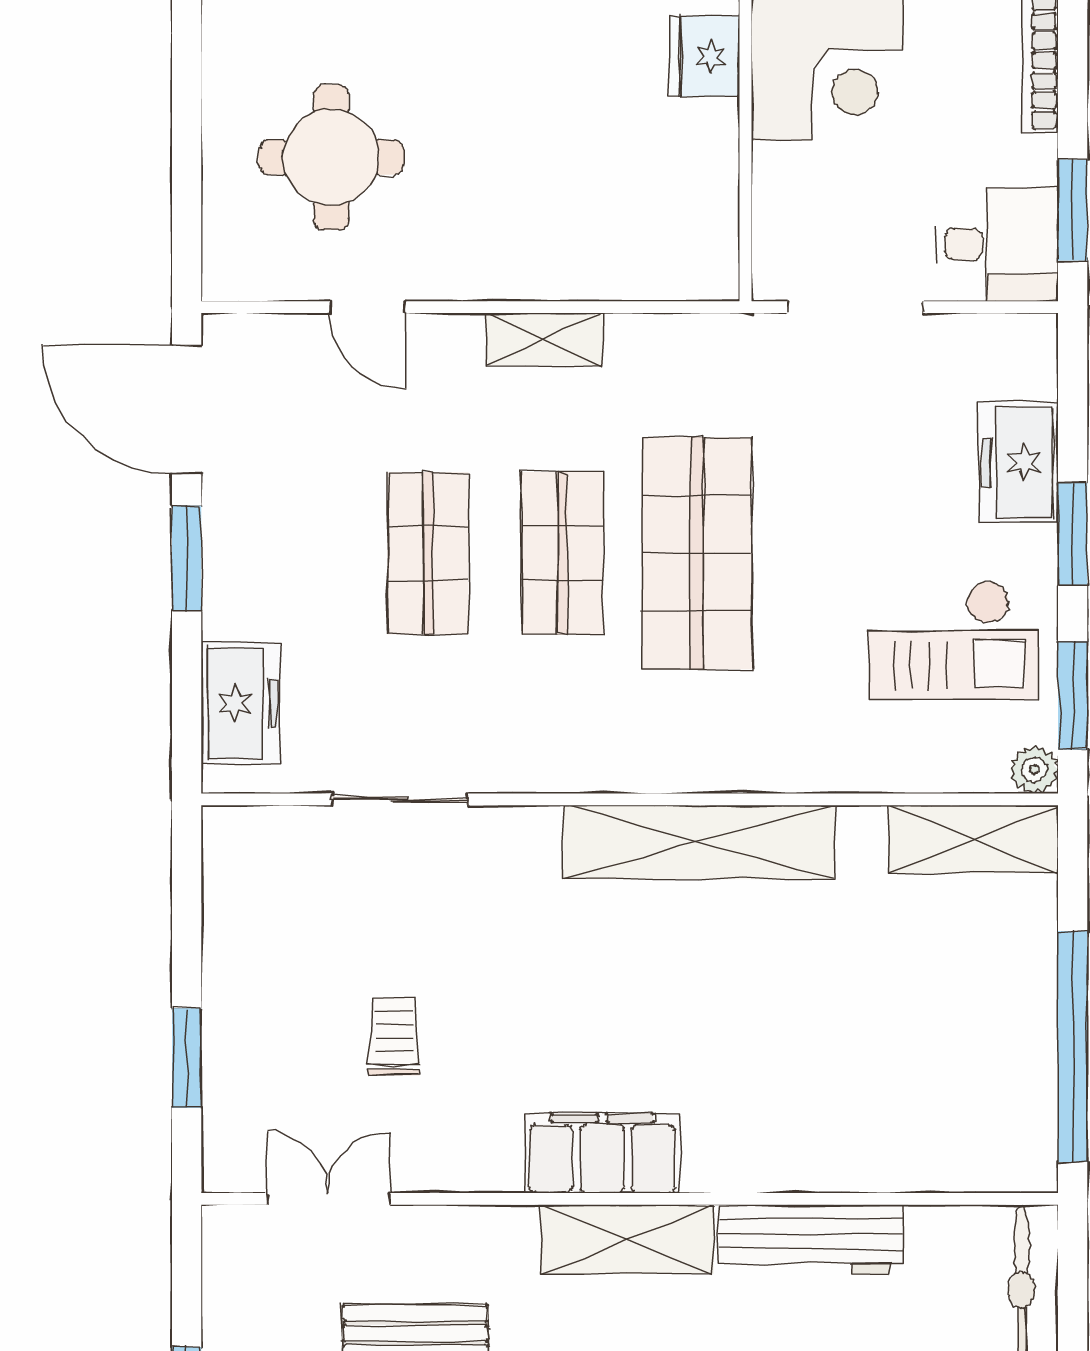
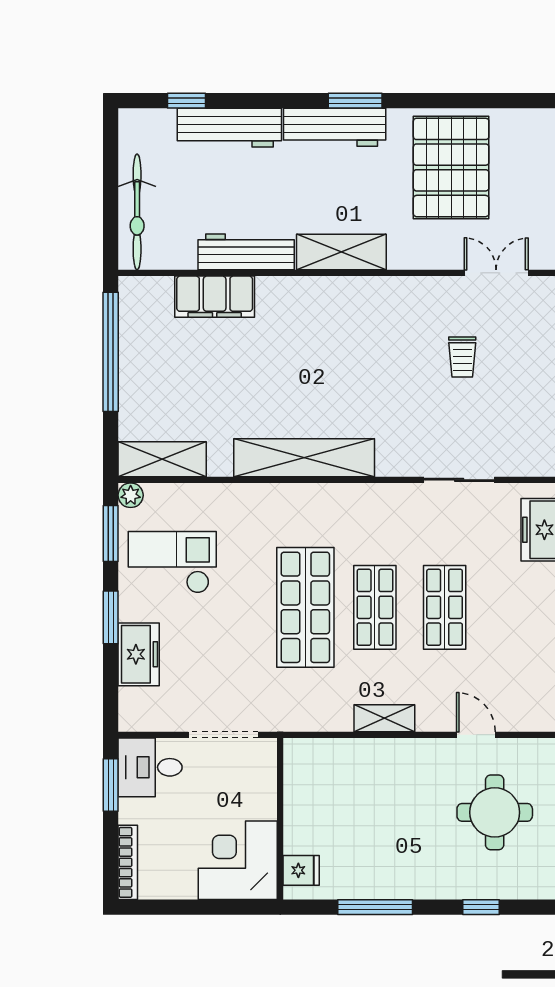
fridge: (705, 56) -> (301, 870), width x0.72
filing cabinet: (602, 1153) -> (215, 297), moved
double door: (328, 1199) -> (496, 273), swing flipped

